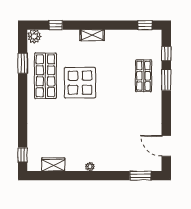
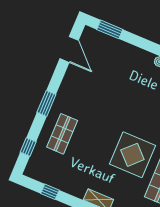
window: (145, 25) -> (50, 192), moved
window: (166, 80) -> (46, 103), moved

